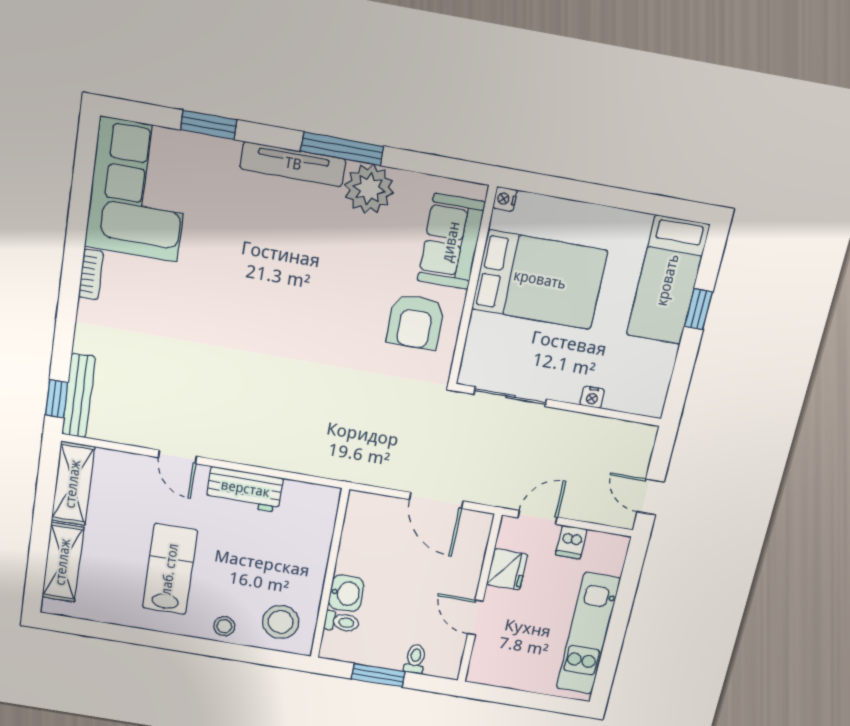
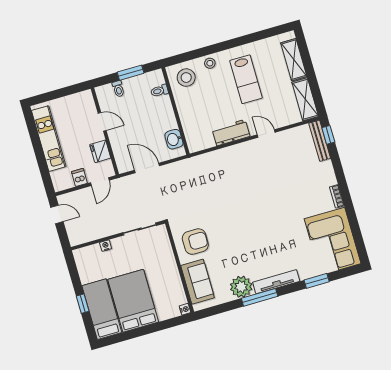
bed: (540, 280) -> (133, 301), moved, turned 90
armchair: (415, 322) -> (195, 242), turned 90
washbasin: (346, 593) -> (174, 139), moved

